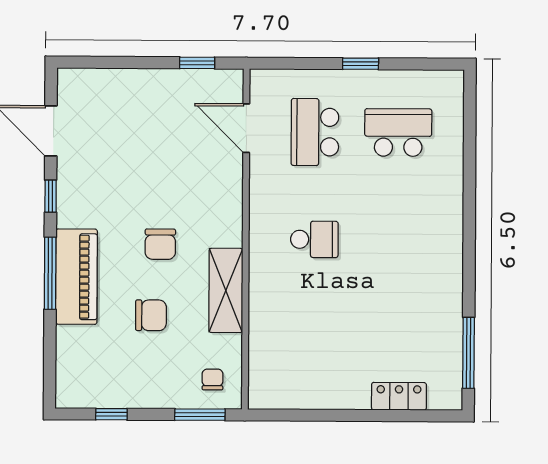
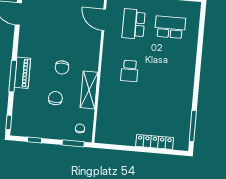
window: (51, 196) -> (9, 122), moved
school desk: (314, 239) -> (130, 71), turned 90
piano: (76, 277) -> (22, 73), width x0.73, depth x0.75
chair: (151, 315) -> (55, 98), turned -90
locker: (399, 396) -> (155, 142), width x1.53

